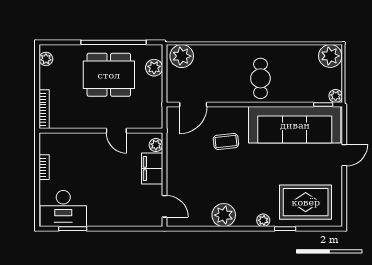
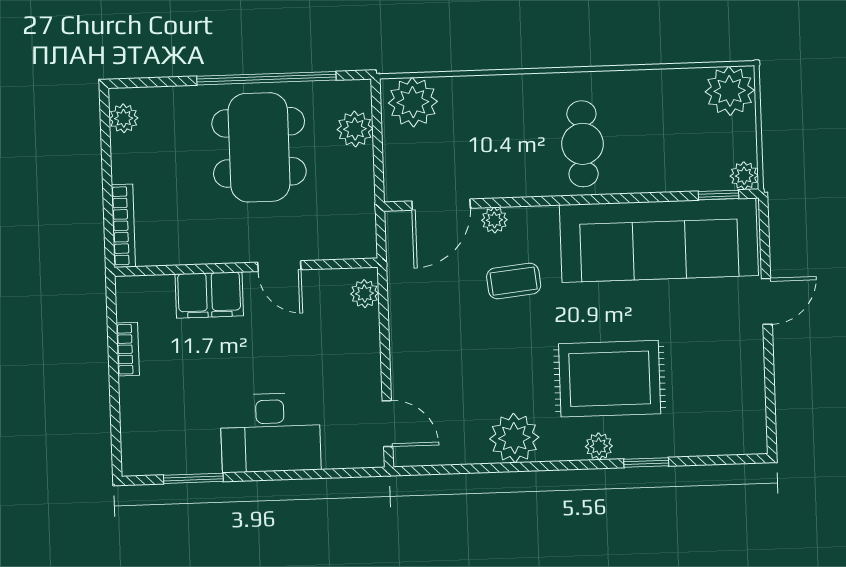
dining table: (109, 75) -> (259, 147), turned 90
plant: (218, 113) -> (494, 220), added
filing cabinet: (152, 169) -> (209, 295), moved, turned -90
rug: (306, 202) -> (610, 379), moved
desk: (63, 209) -> (270, 433), moved

